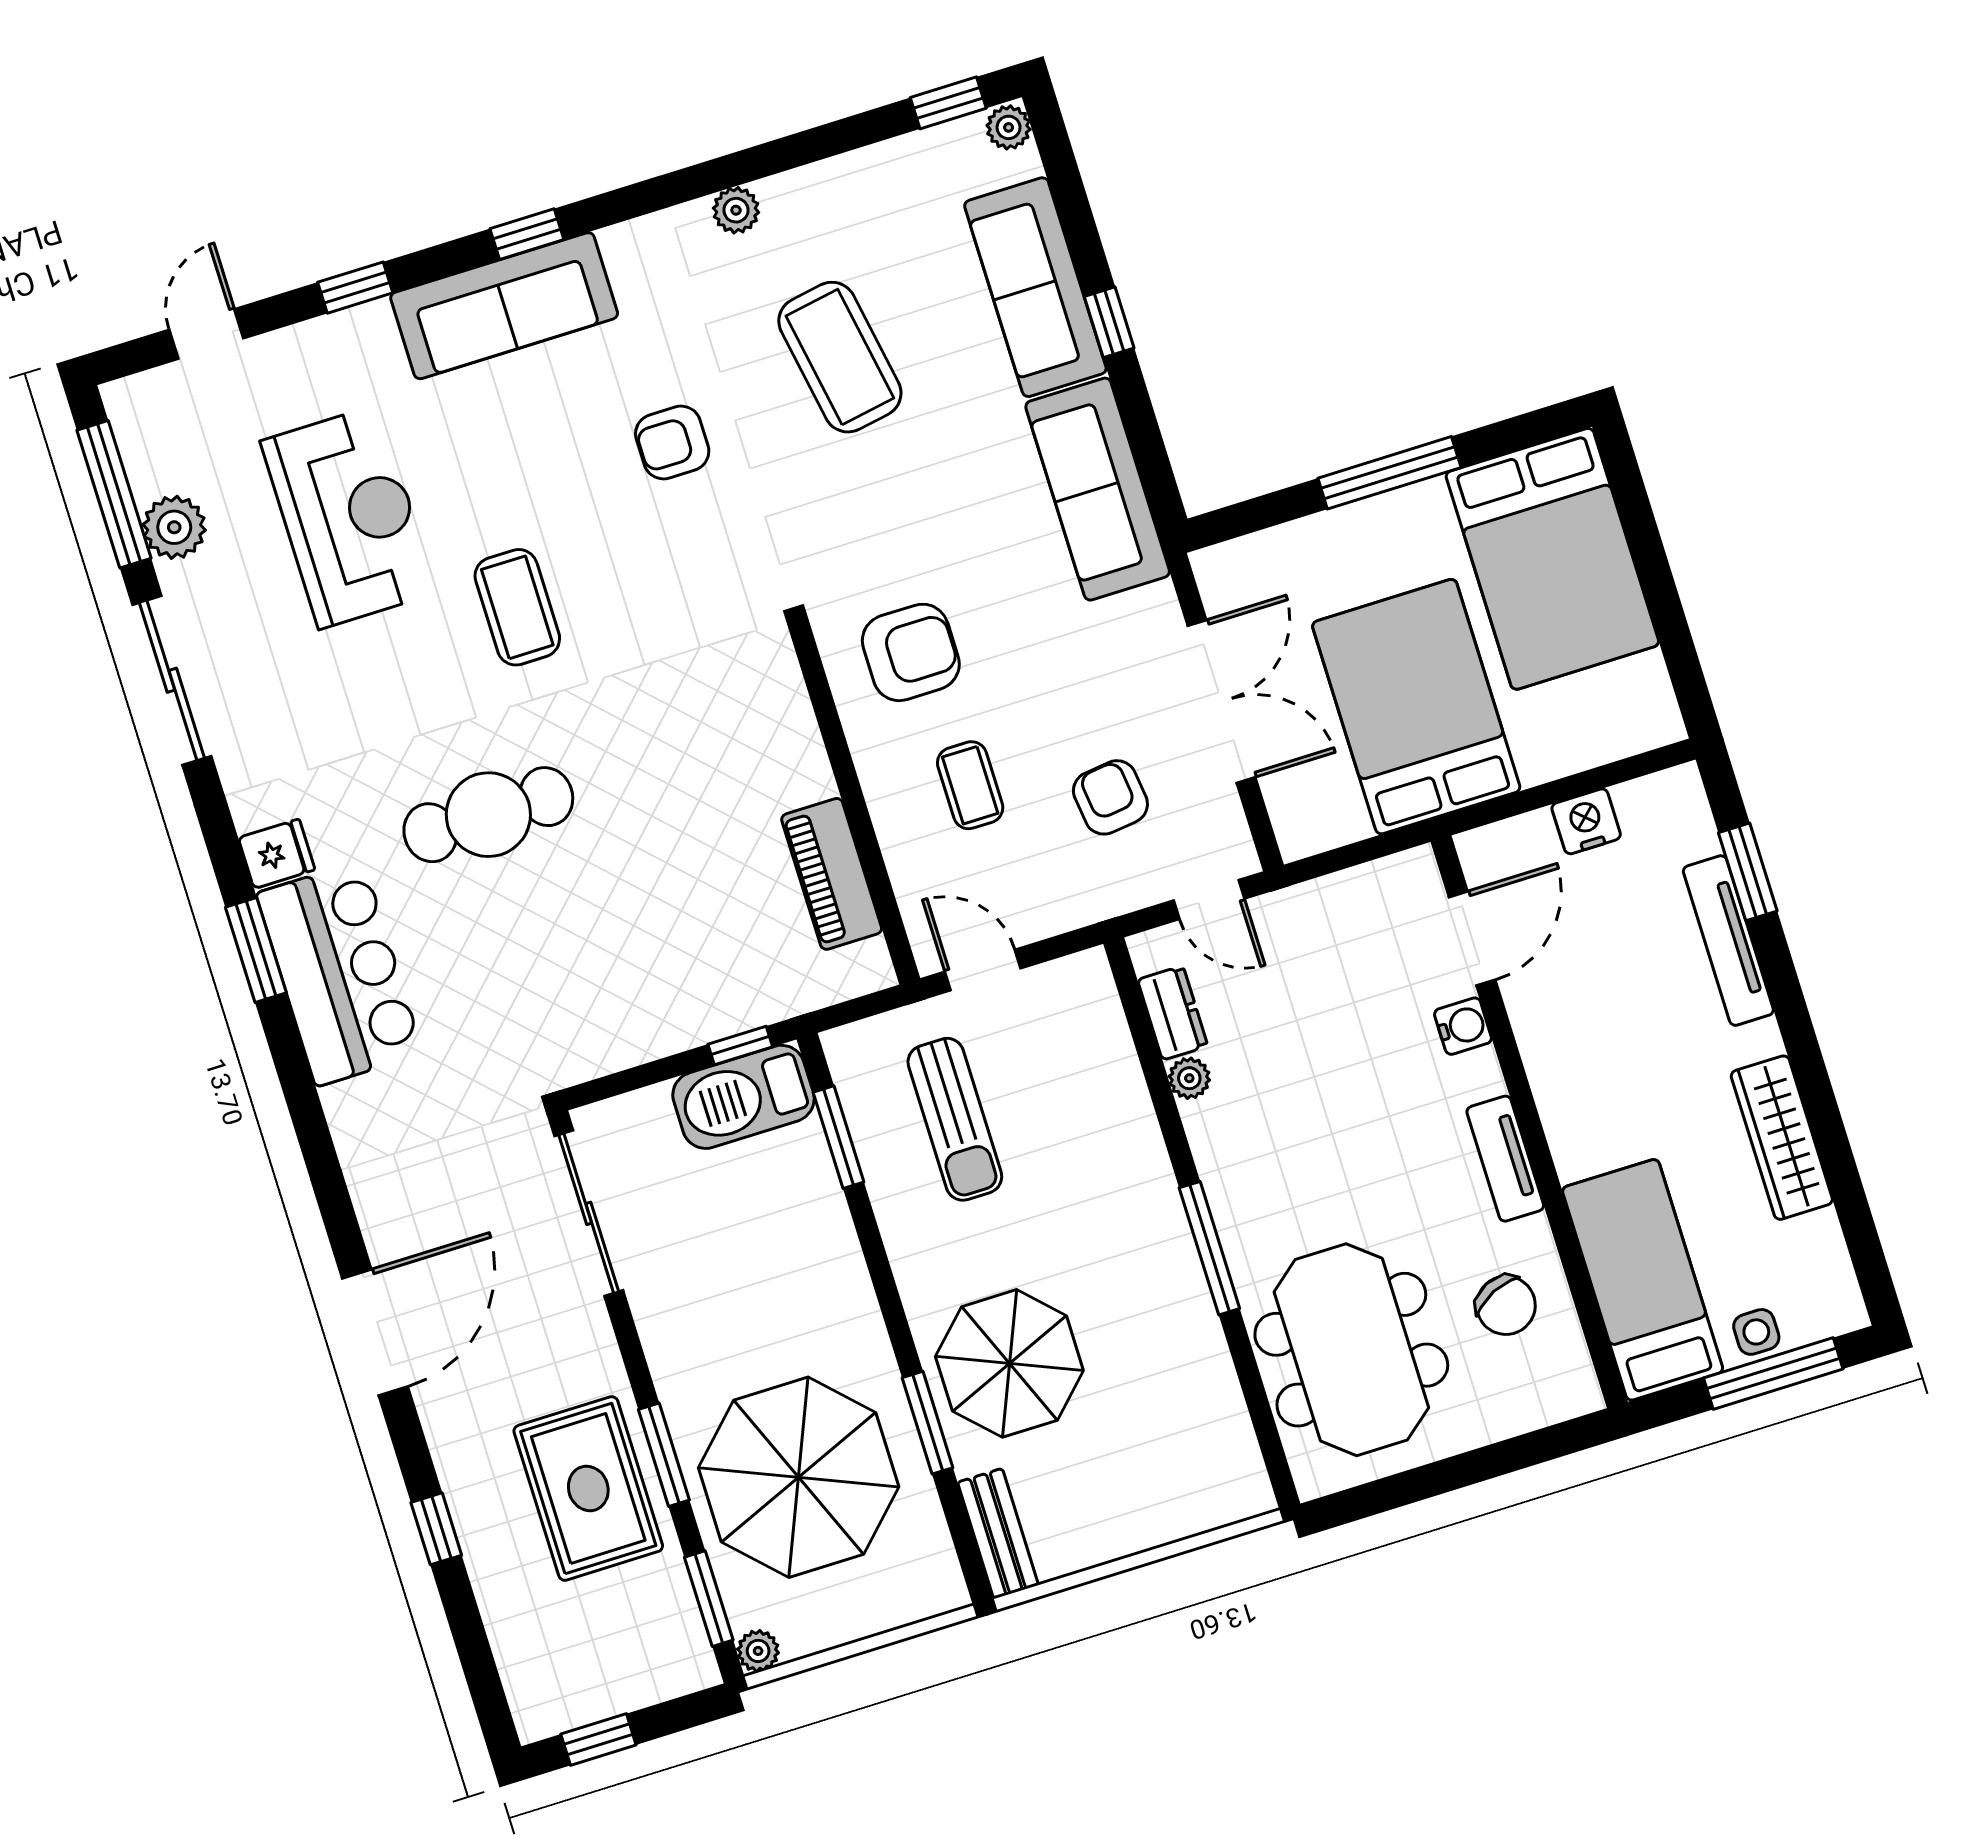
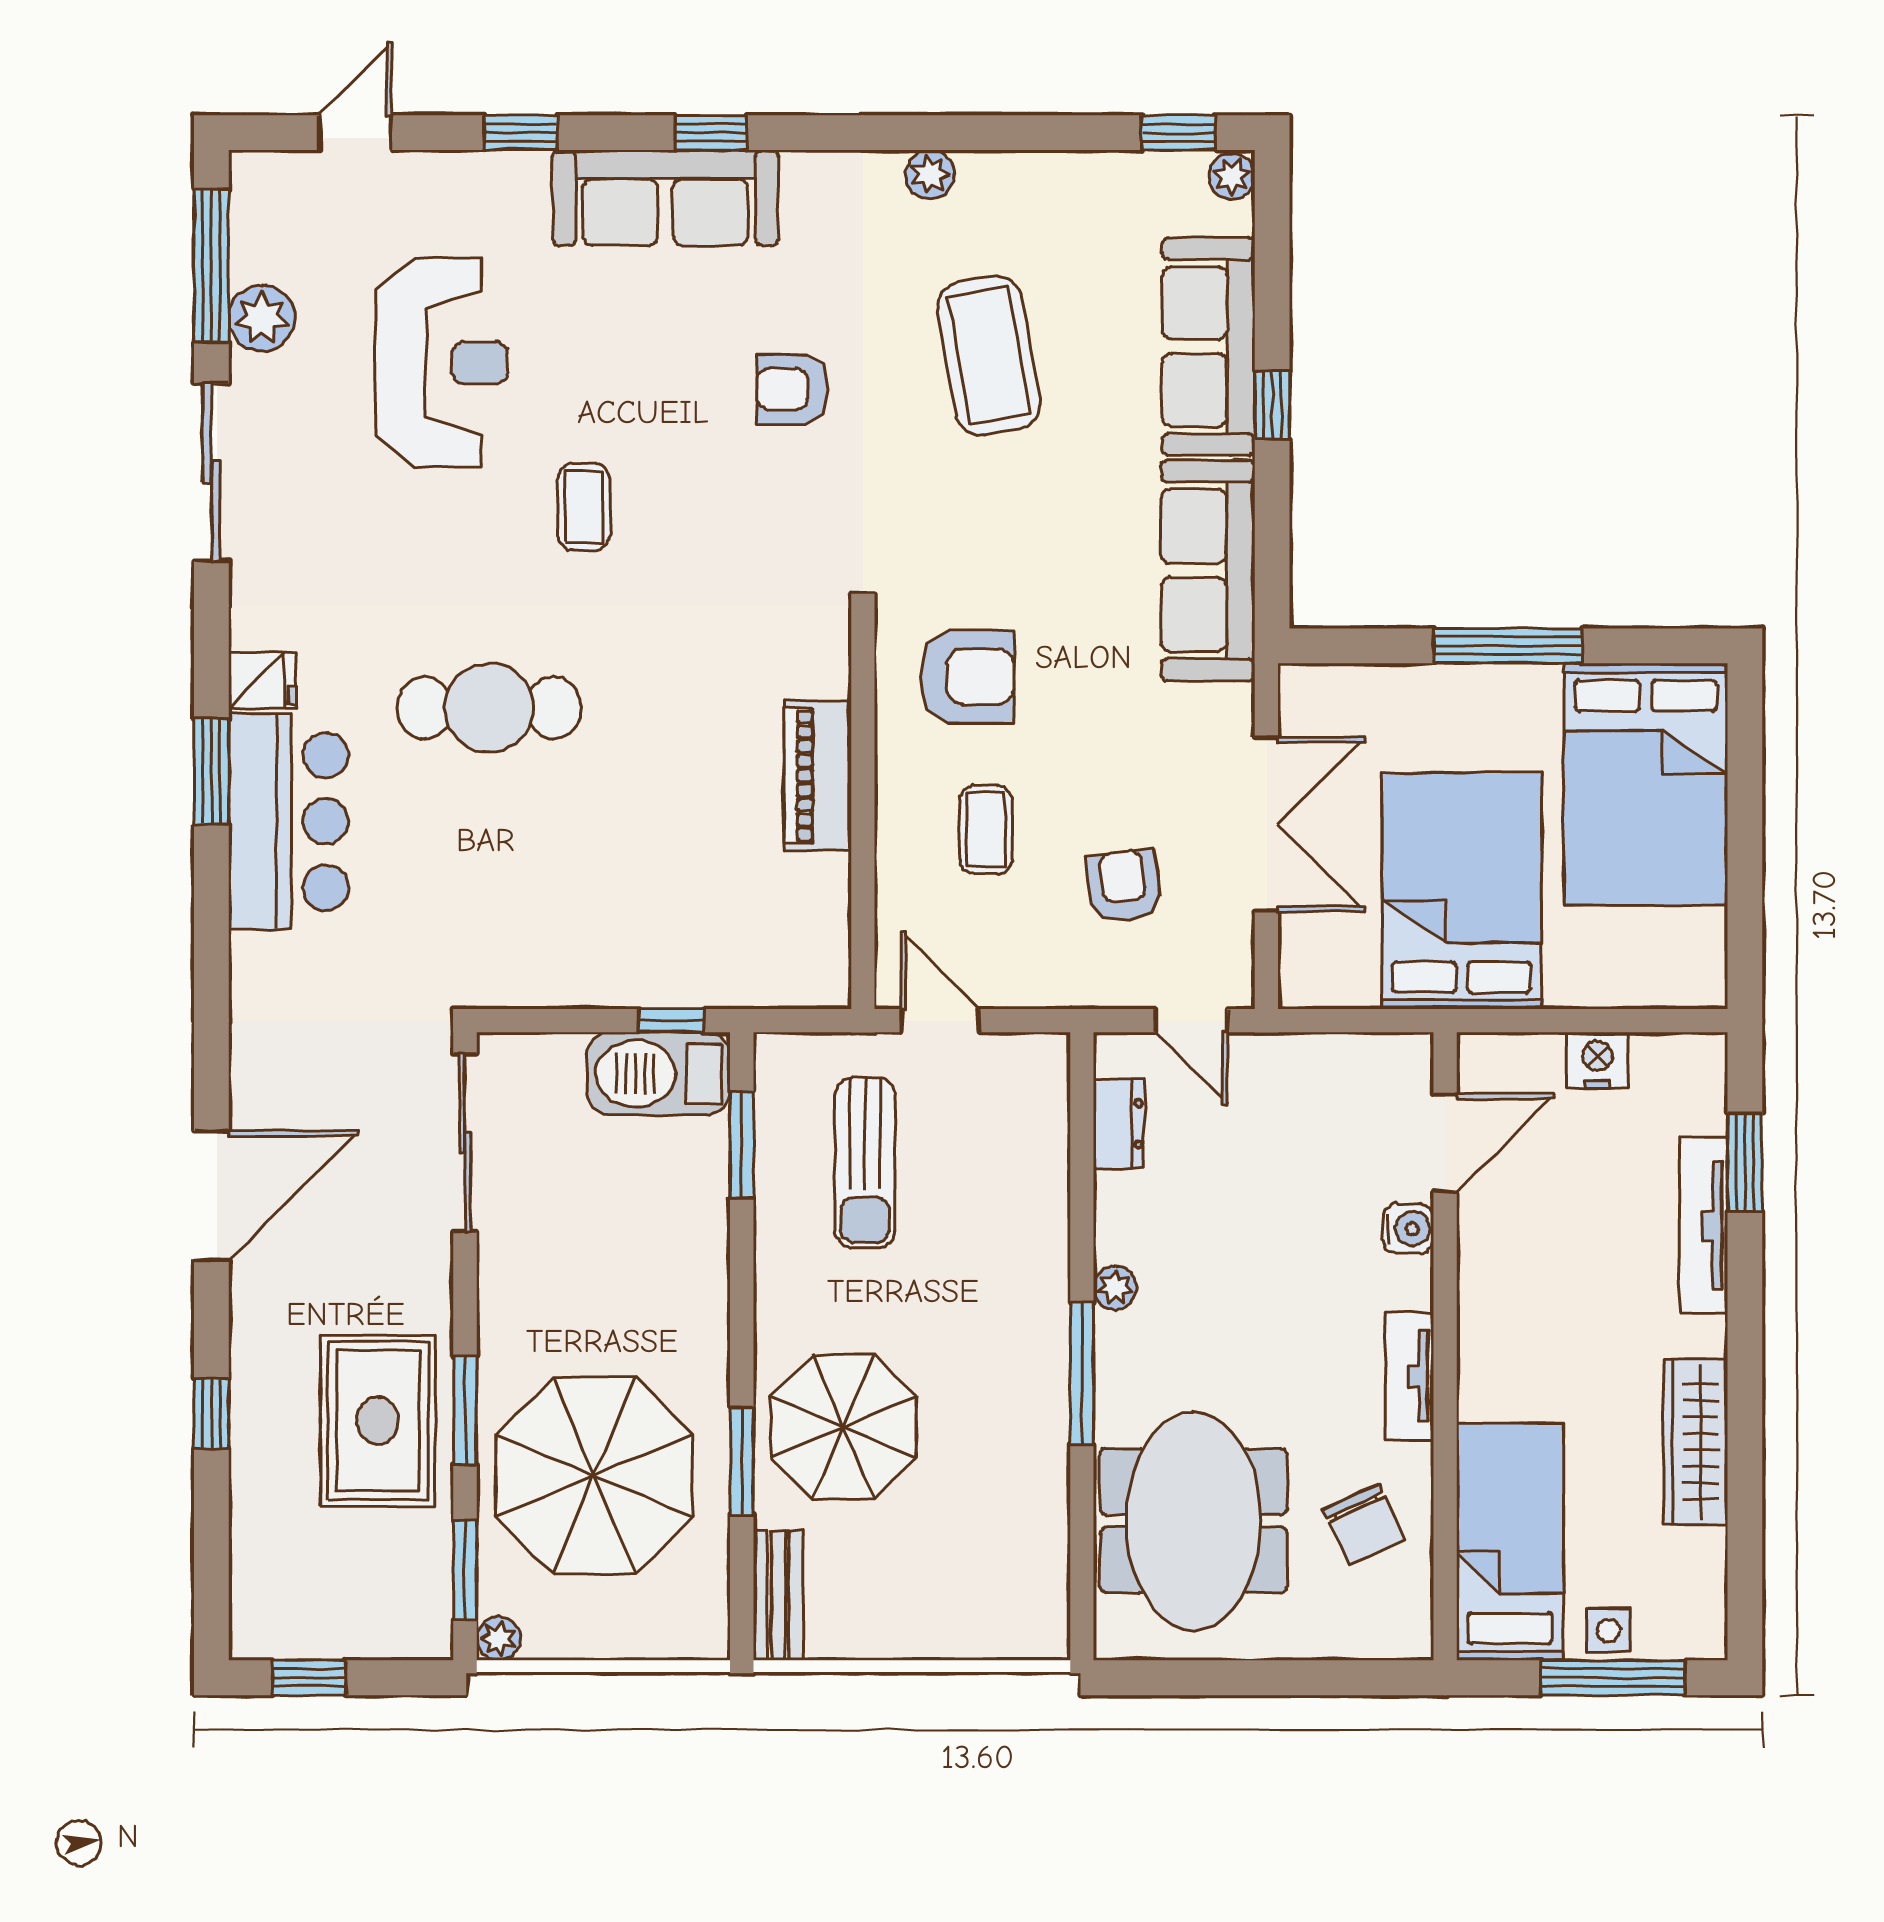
coffee table: (517, 607) -> (584, 507), width x0.73, depth x0.77
piano: (832, 874) -> (818, 776), moved
plant: (1189, 1078) -> (1115, 1288), moved

